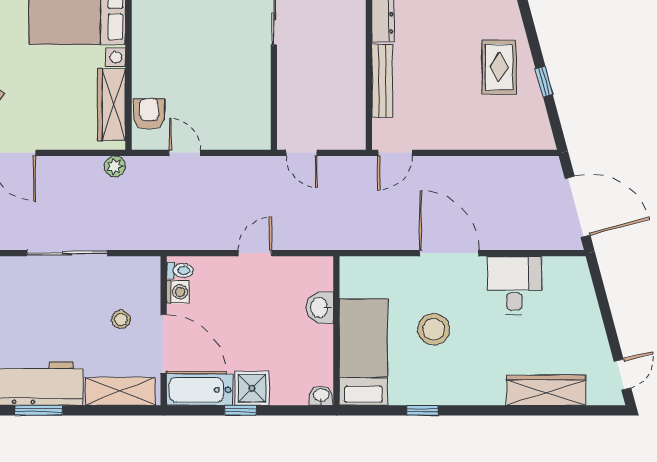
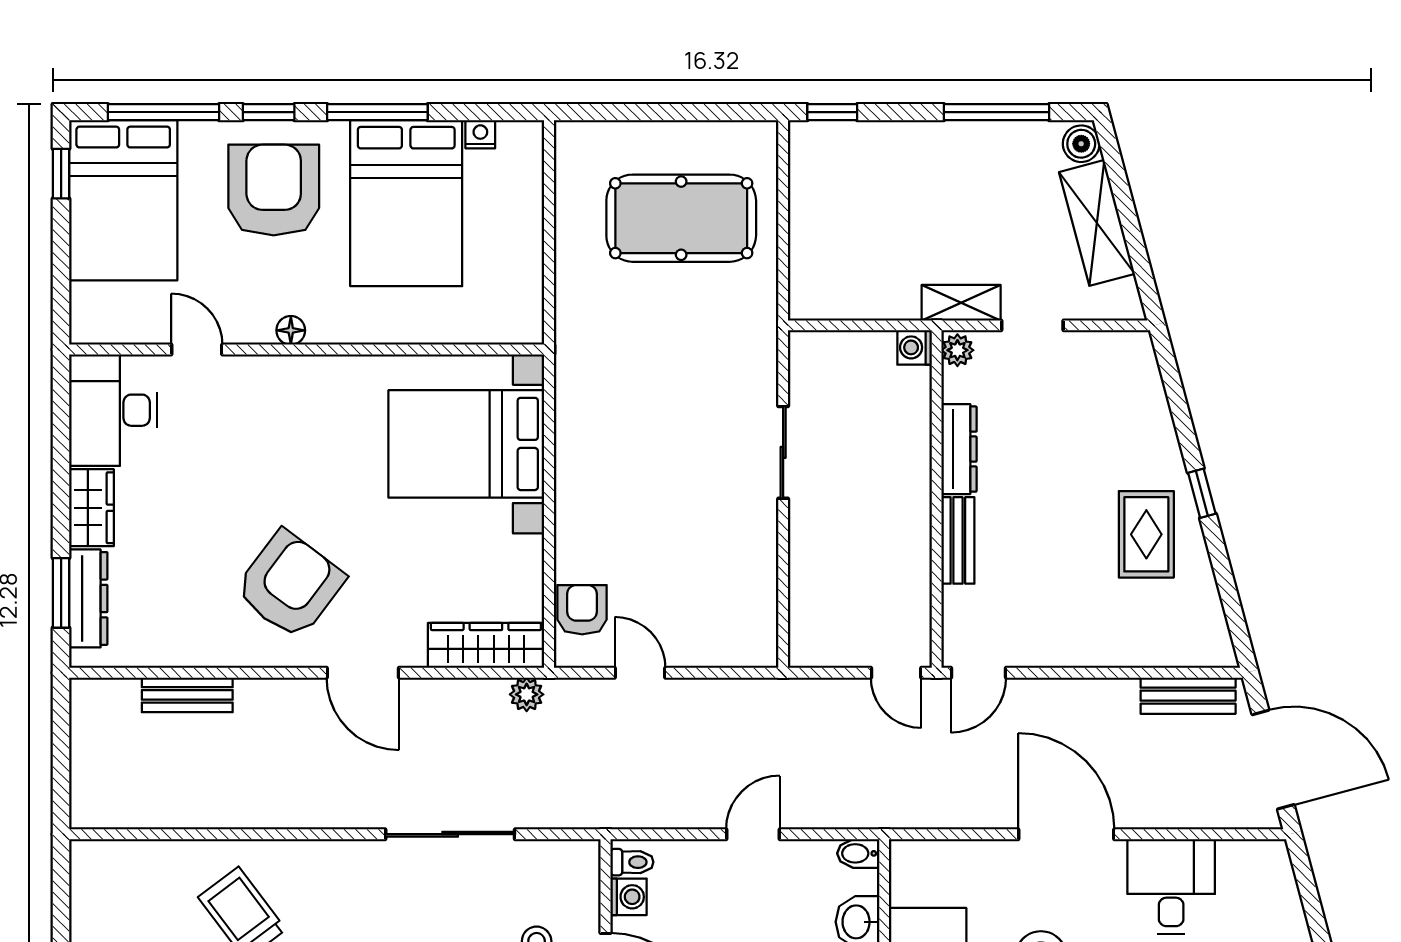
bench: (382, 81) -> (958, 540), width x0.73
window: (544, 82) -> (1202, 493), moved
wardrobe: (112, 105) -> (486, 645), moved, turned 90
door: (301, 153) -> (896, 673), moved
bench: (525, 167) -> (1188, 696), added
bidet: (320, 265) -> (858, 853), added

